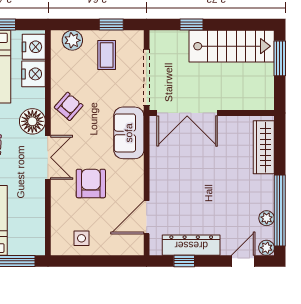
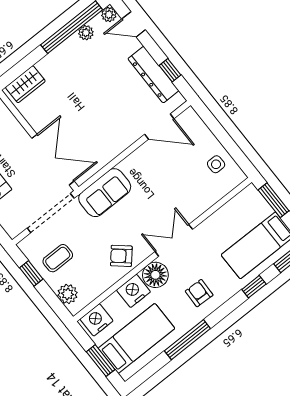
nightstand: (34, 74) -> (133, 291), moved
wardrobe: (264, 147) -> (25, 84), width x0.67
armchair: (91, 183) -> (168, 191), removed

